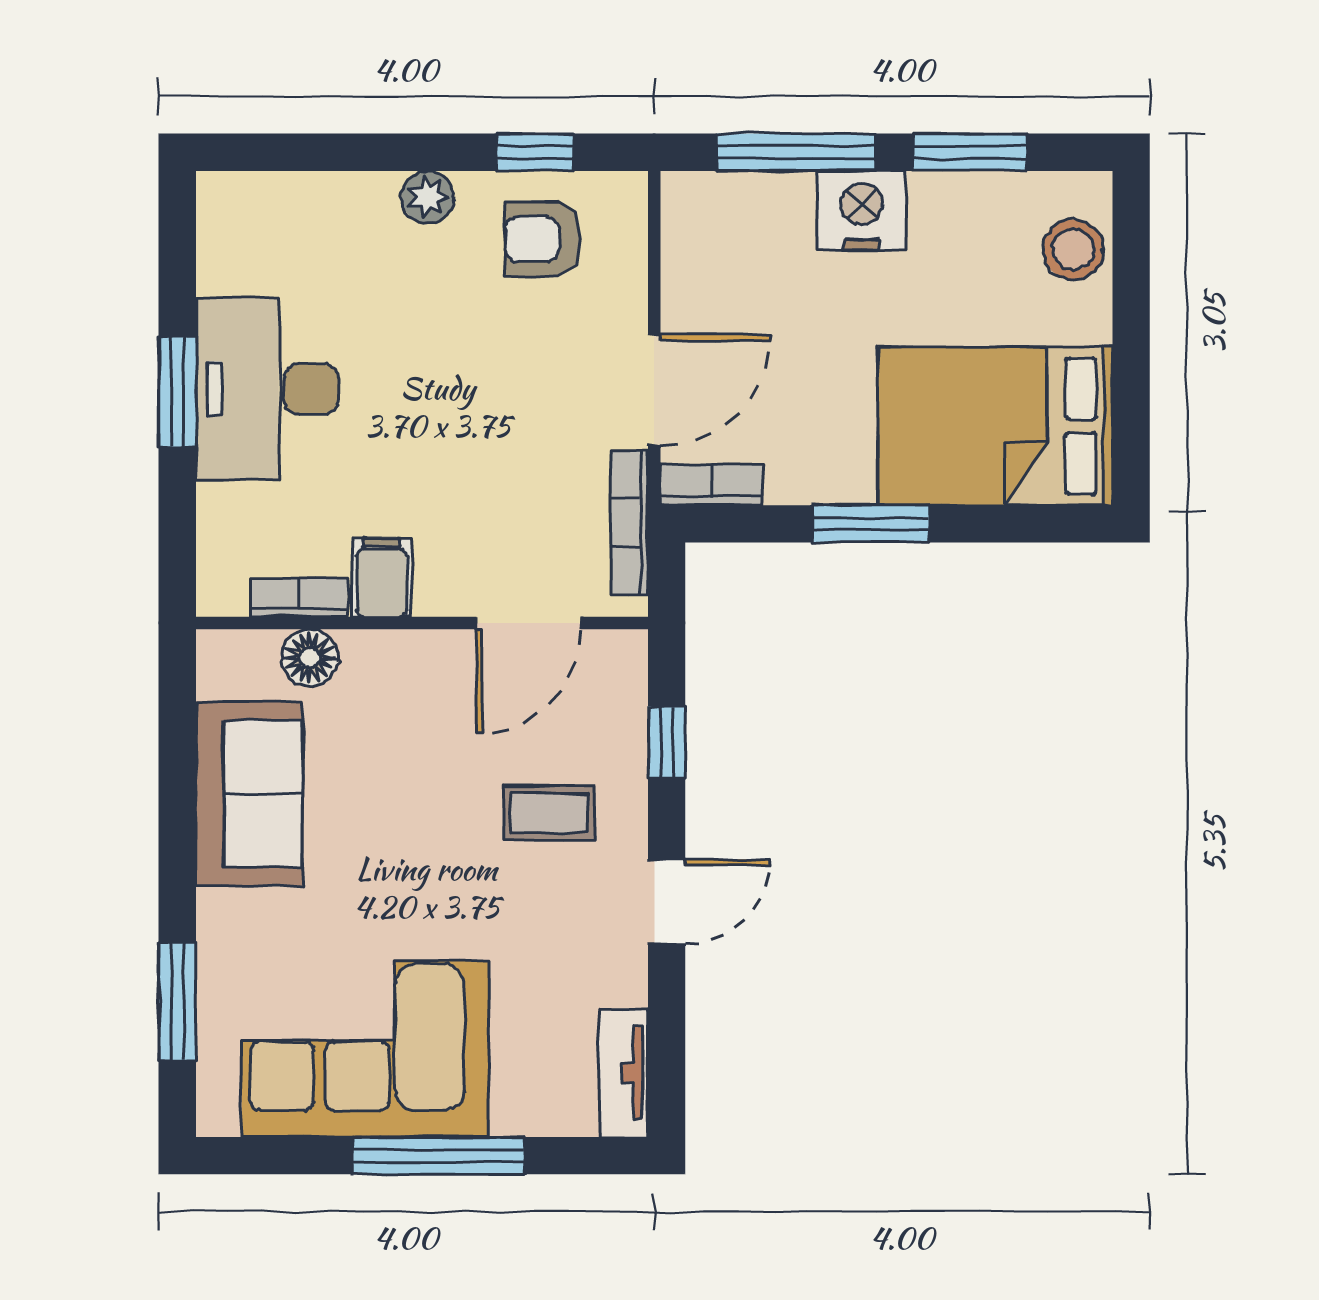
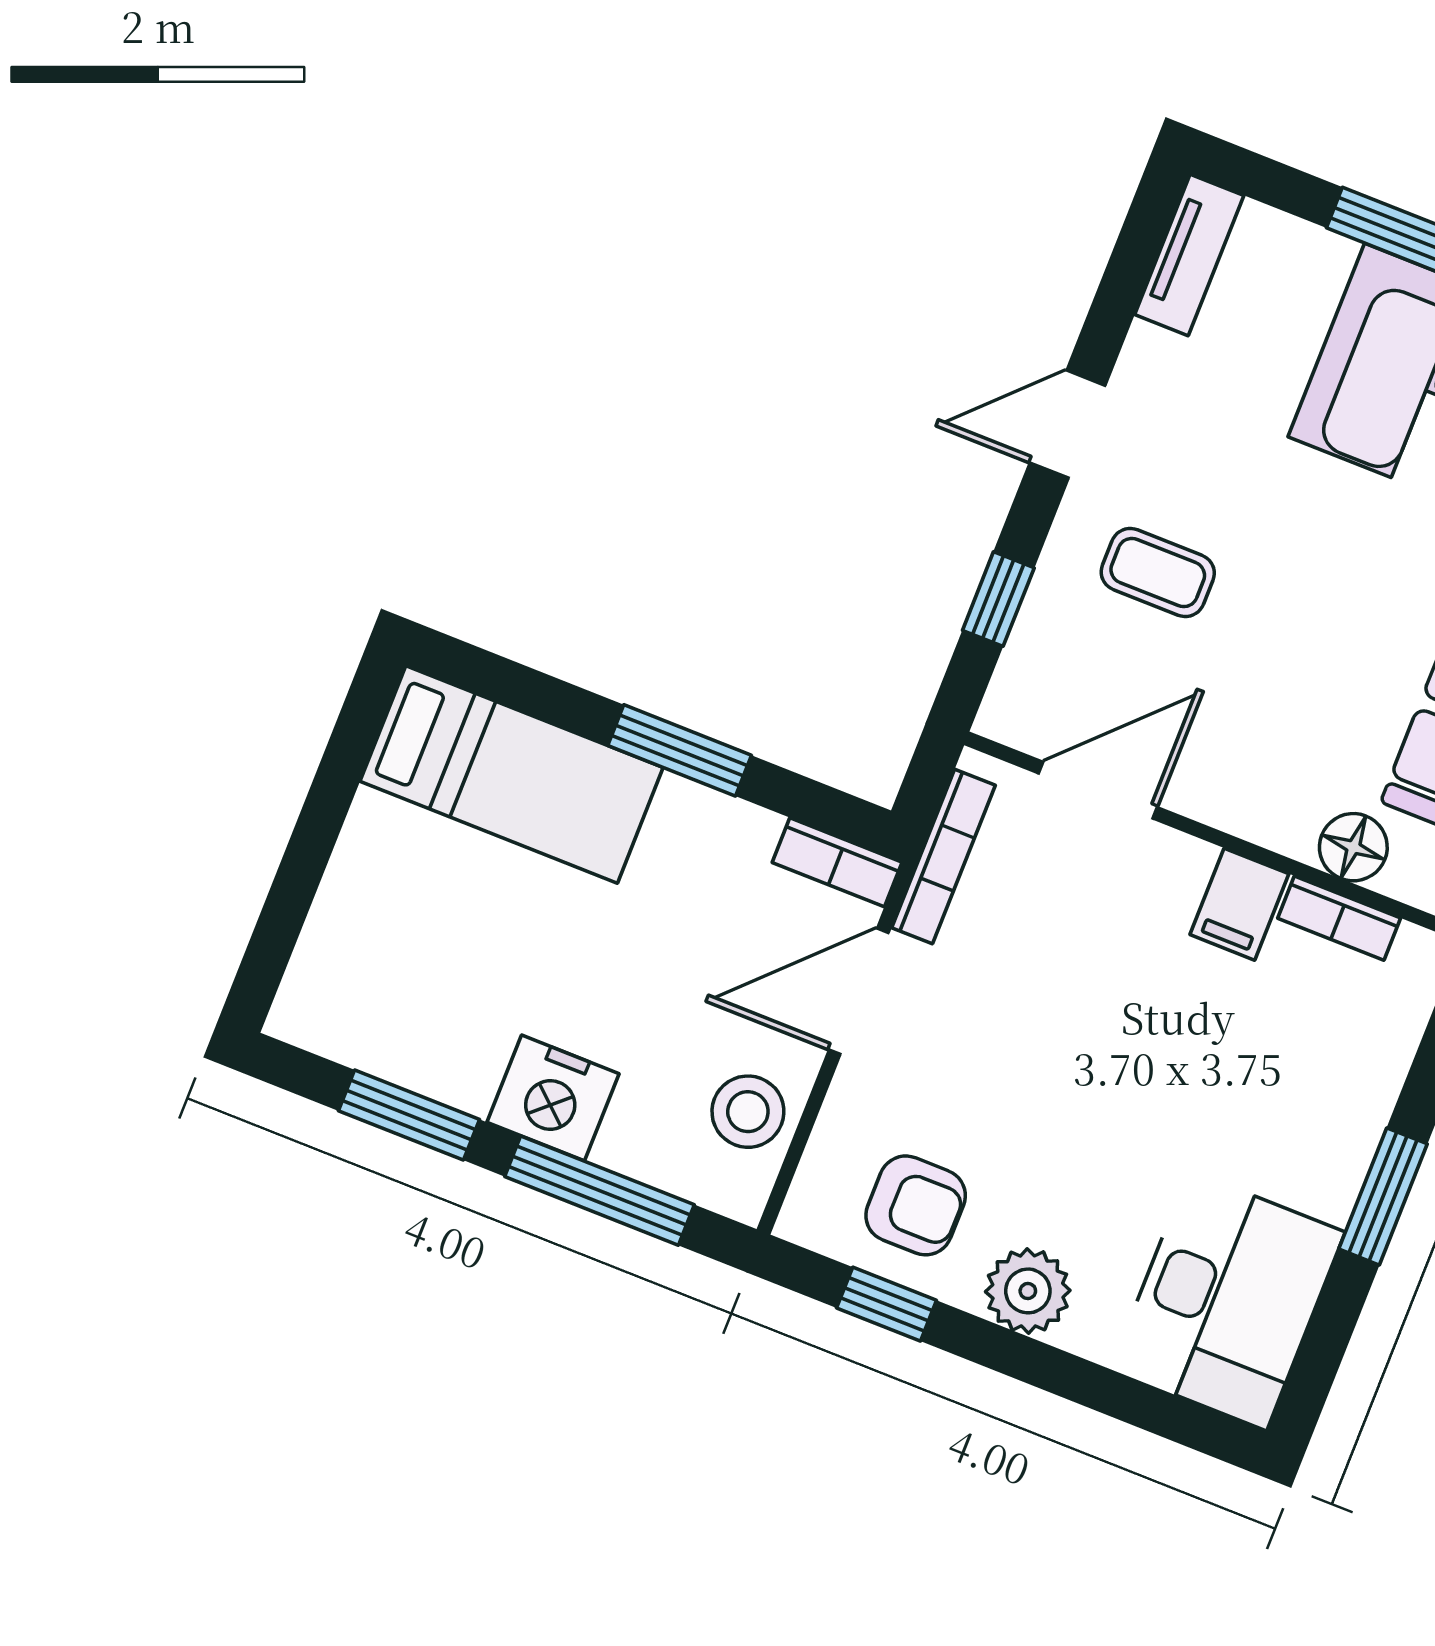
plant: (428, 197) -> (1028, 1291), width x1.38, depth x1.38
stool: (1073, 249) -> (748, 1112), moved
desk: (267, 389) -> (1228, 1300), moved
bed: (995, 426) -> (512, 774), width x0.67

